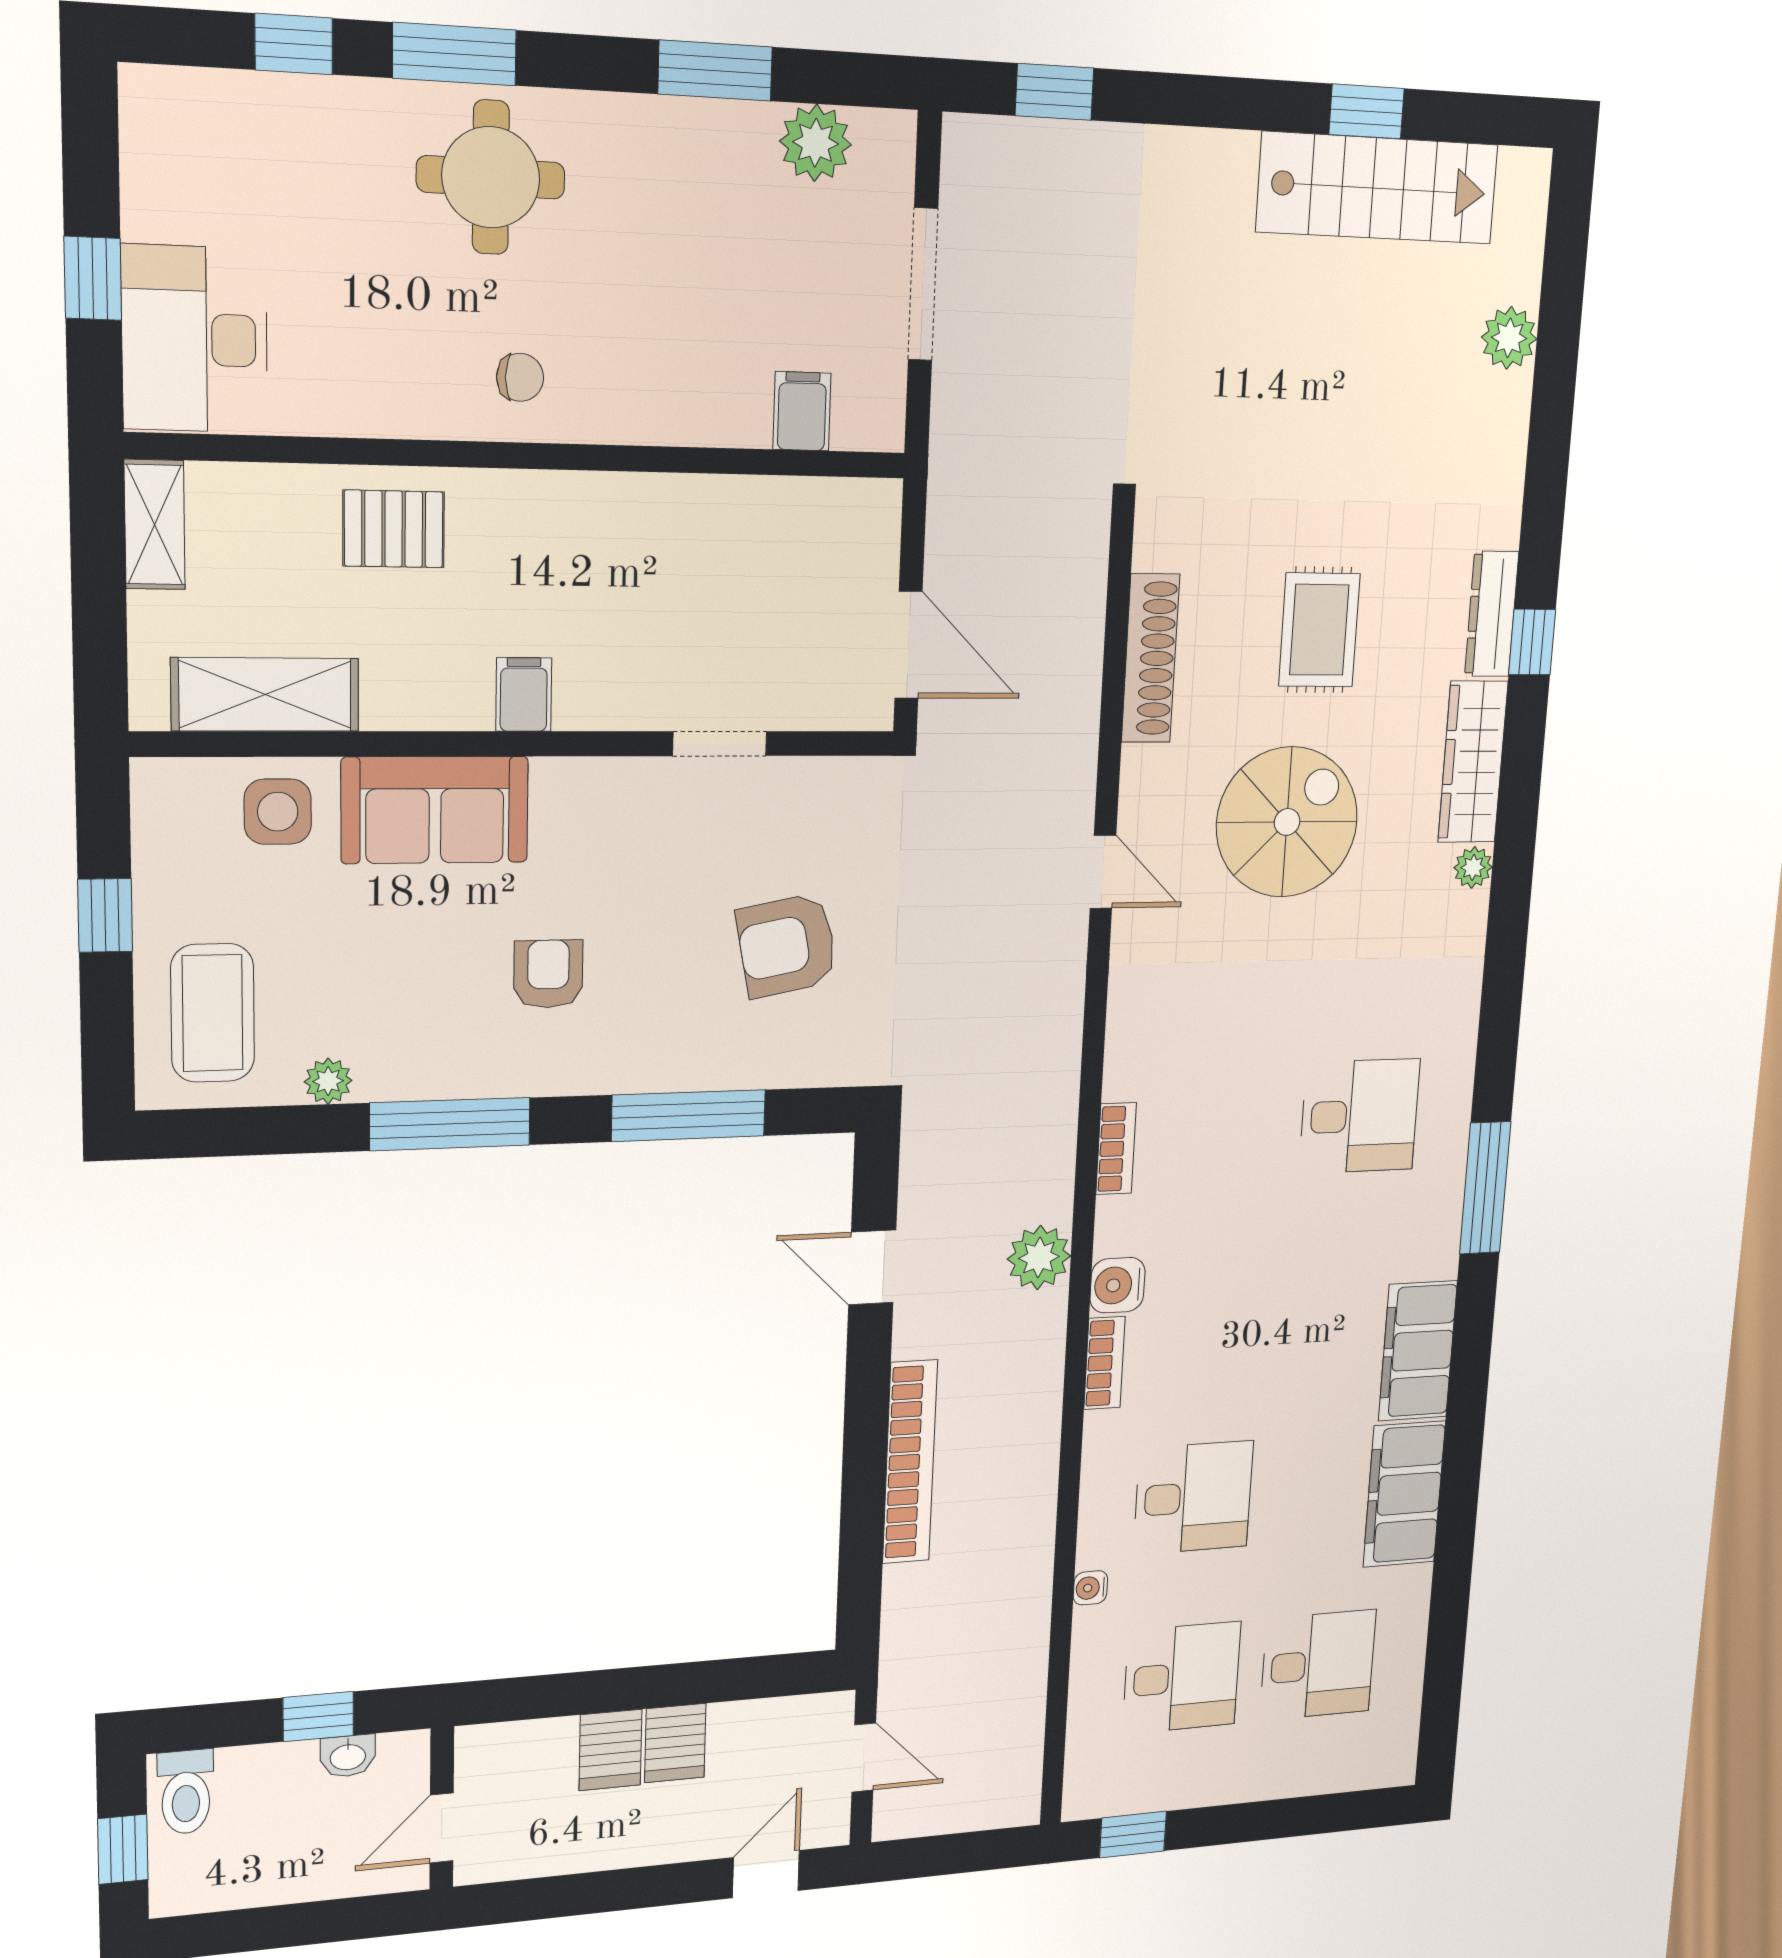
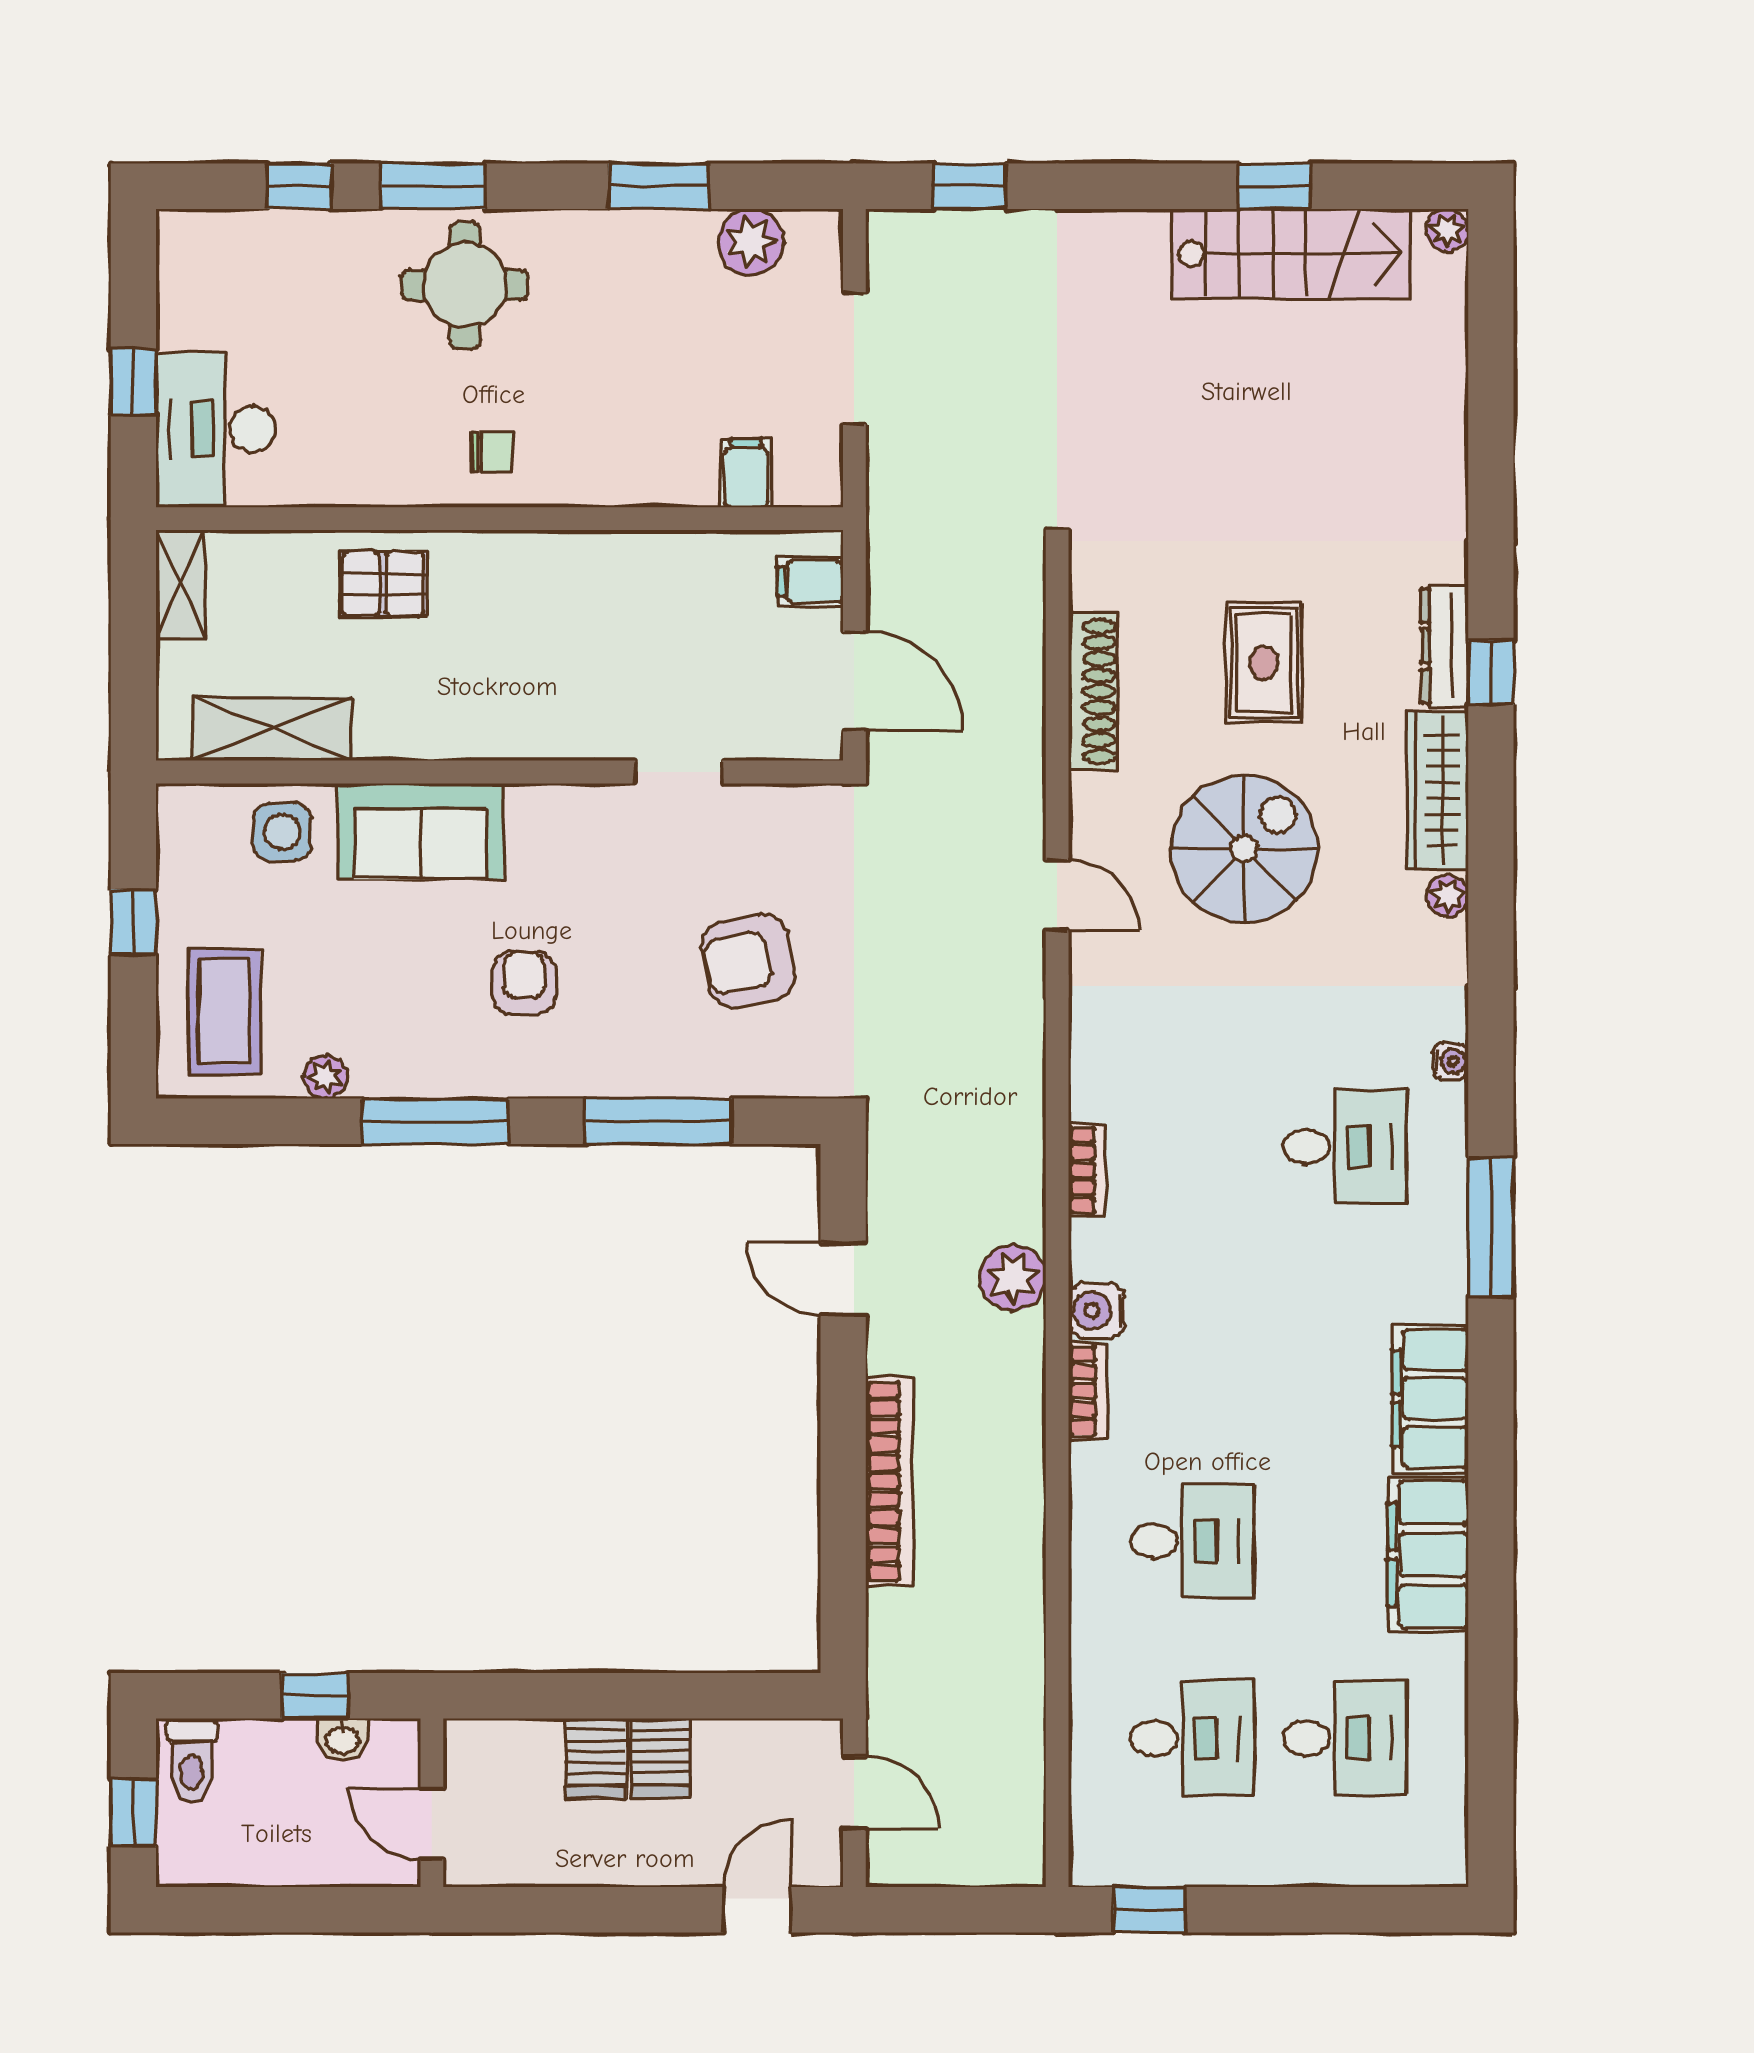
plant: (1509, 338) -> (1447, 230), moved, width x0.73, depth x0.73
filing cabinet: (524, 695) -> (810, 582), moved, turned -90
water cooler: (1090, 1588) -> (1450, 1061), moved, turned 180
door: (442, 1828) -> (432, 1824), hinge flipped

